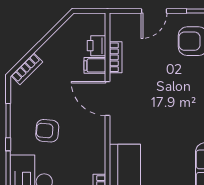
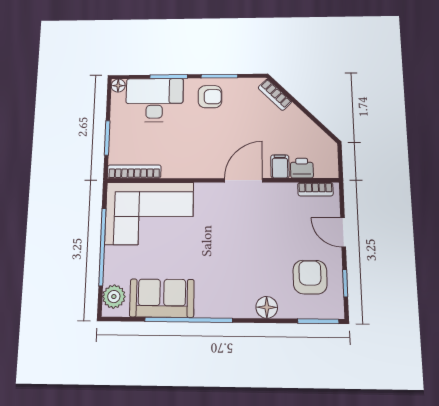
bookcase: (116, 57) -> (315, 189), moved
armchair: (47, 131) -> (210, 97), moved, turned 85

